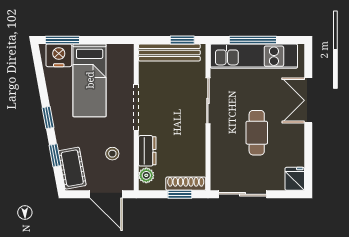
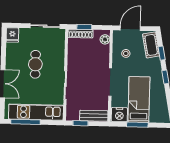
window: (62, 40) -> (137, 125), moved
window: (253, 40) -> (25, 122), moved
bench: (169, 53) -> (94, 116), width x0.73
nightstand: (59, 55) -> (119, 115), moved
dresser: (147, 151) -> (104, 55), removed
door: (106, 194) -> (130, 28), hinge flipped

